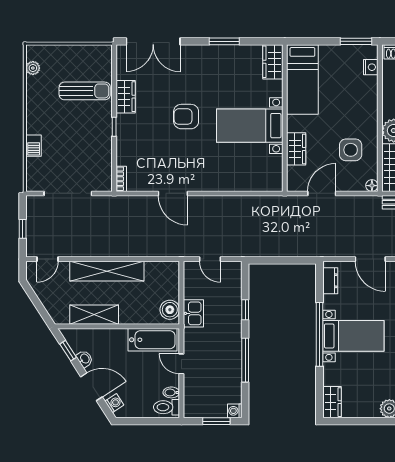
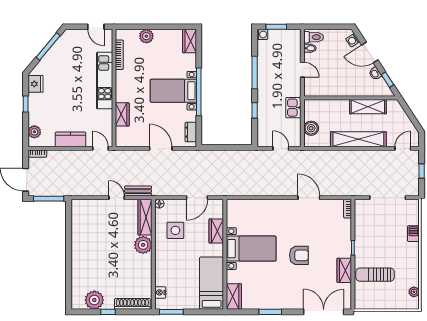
boiler: (170, 310) -> (311, 128), moved
bathtub: (153, 340) -> (324, 88), removed

